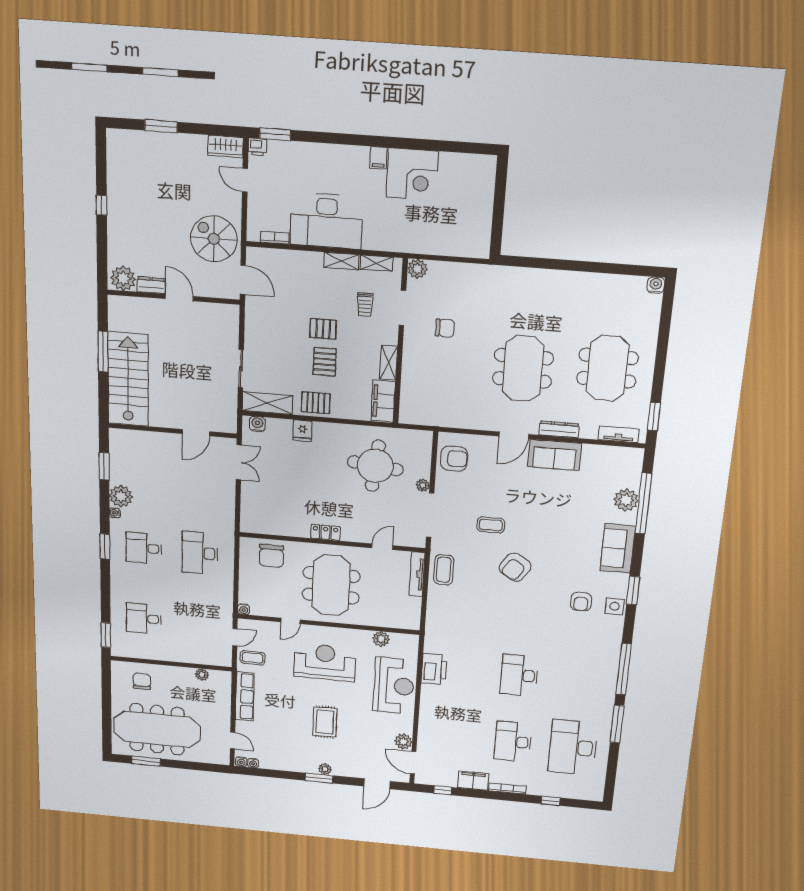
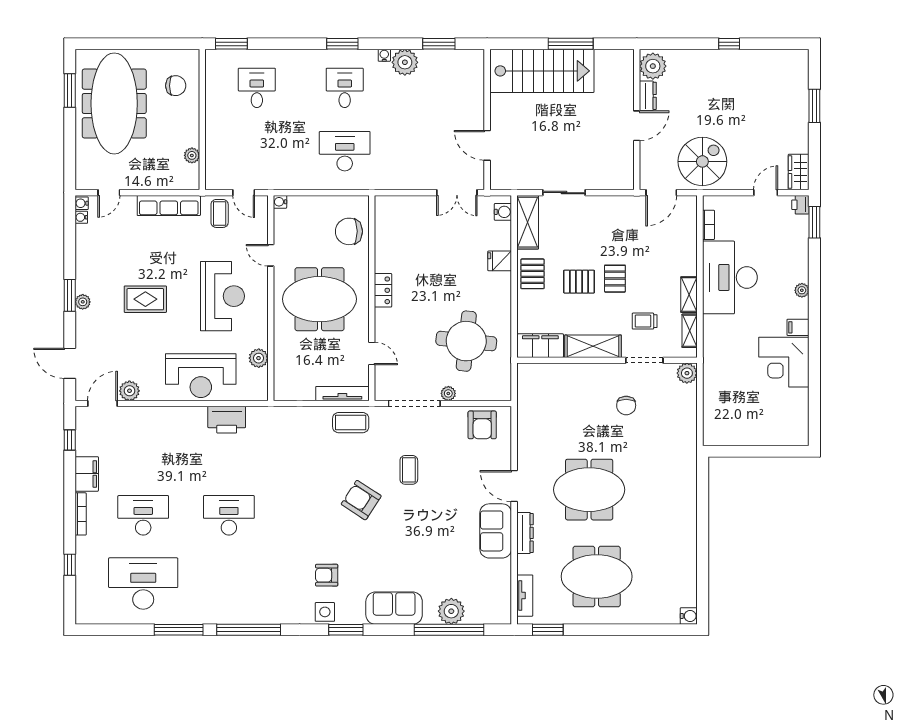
plant: (342, 151) -> (802, 290), added
shelving: (389, 363) -> (593, 346), width x1.50, depth x1.33

